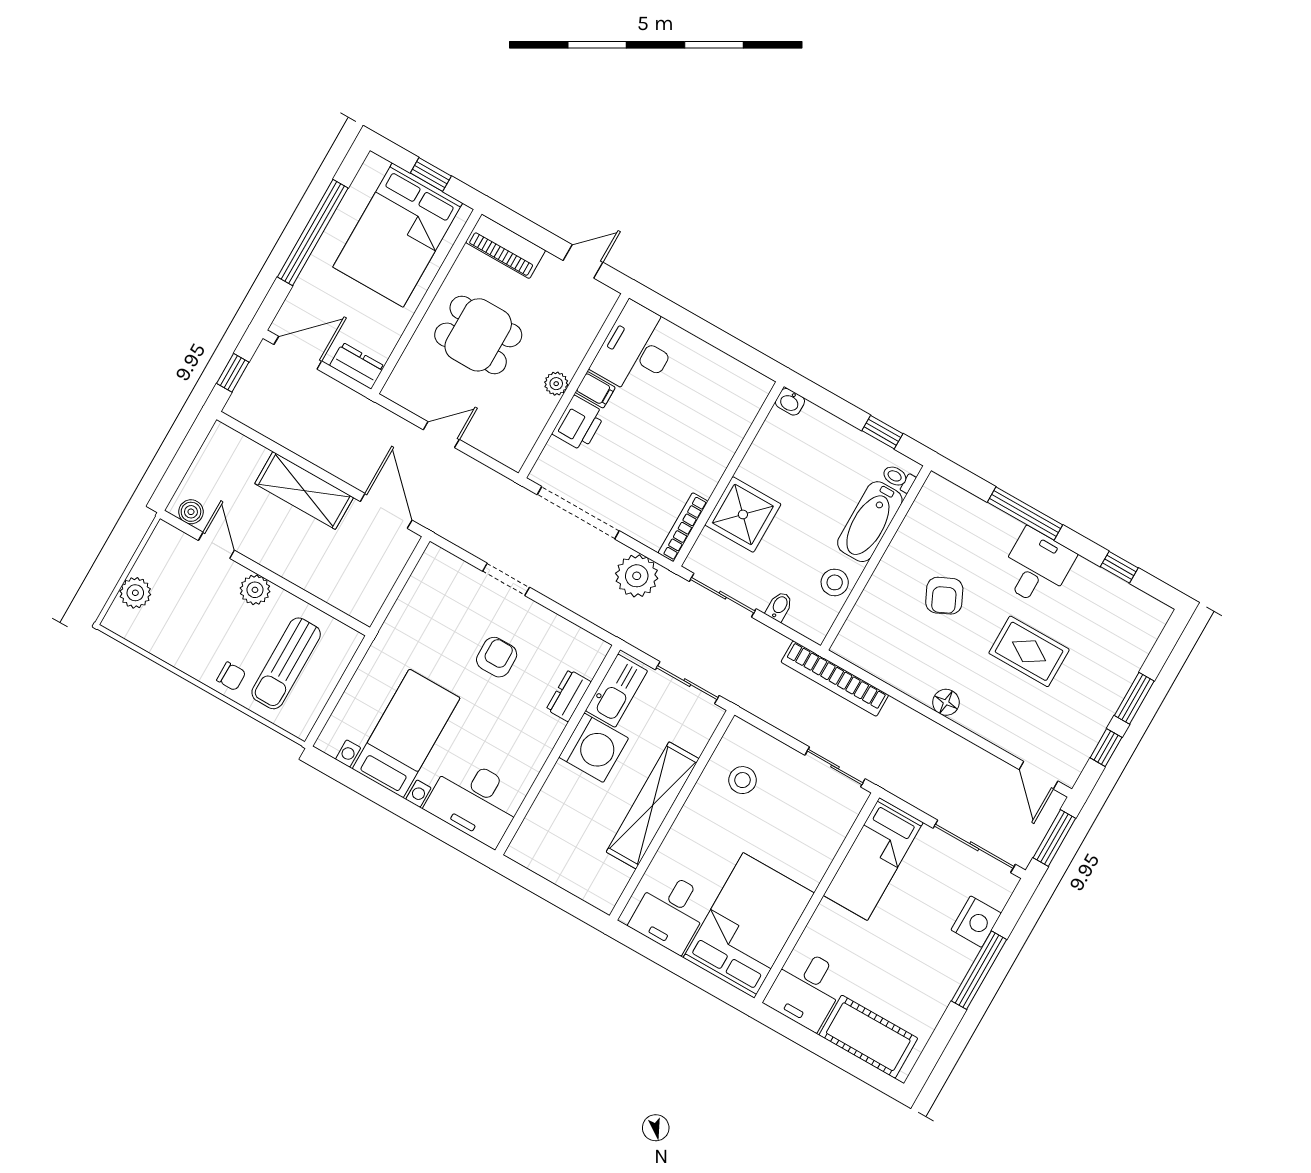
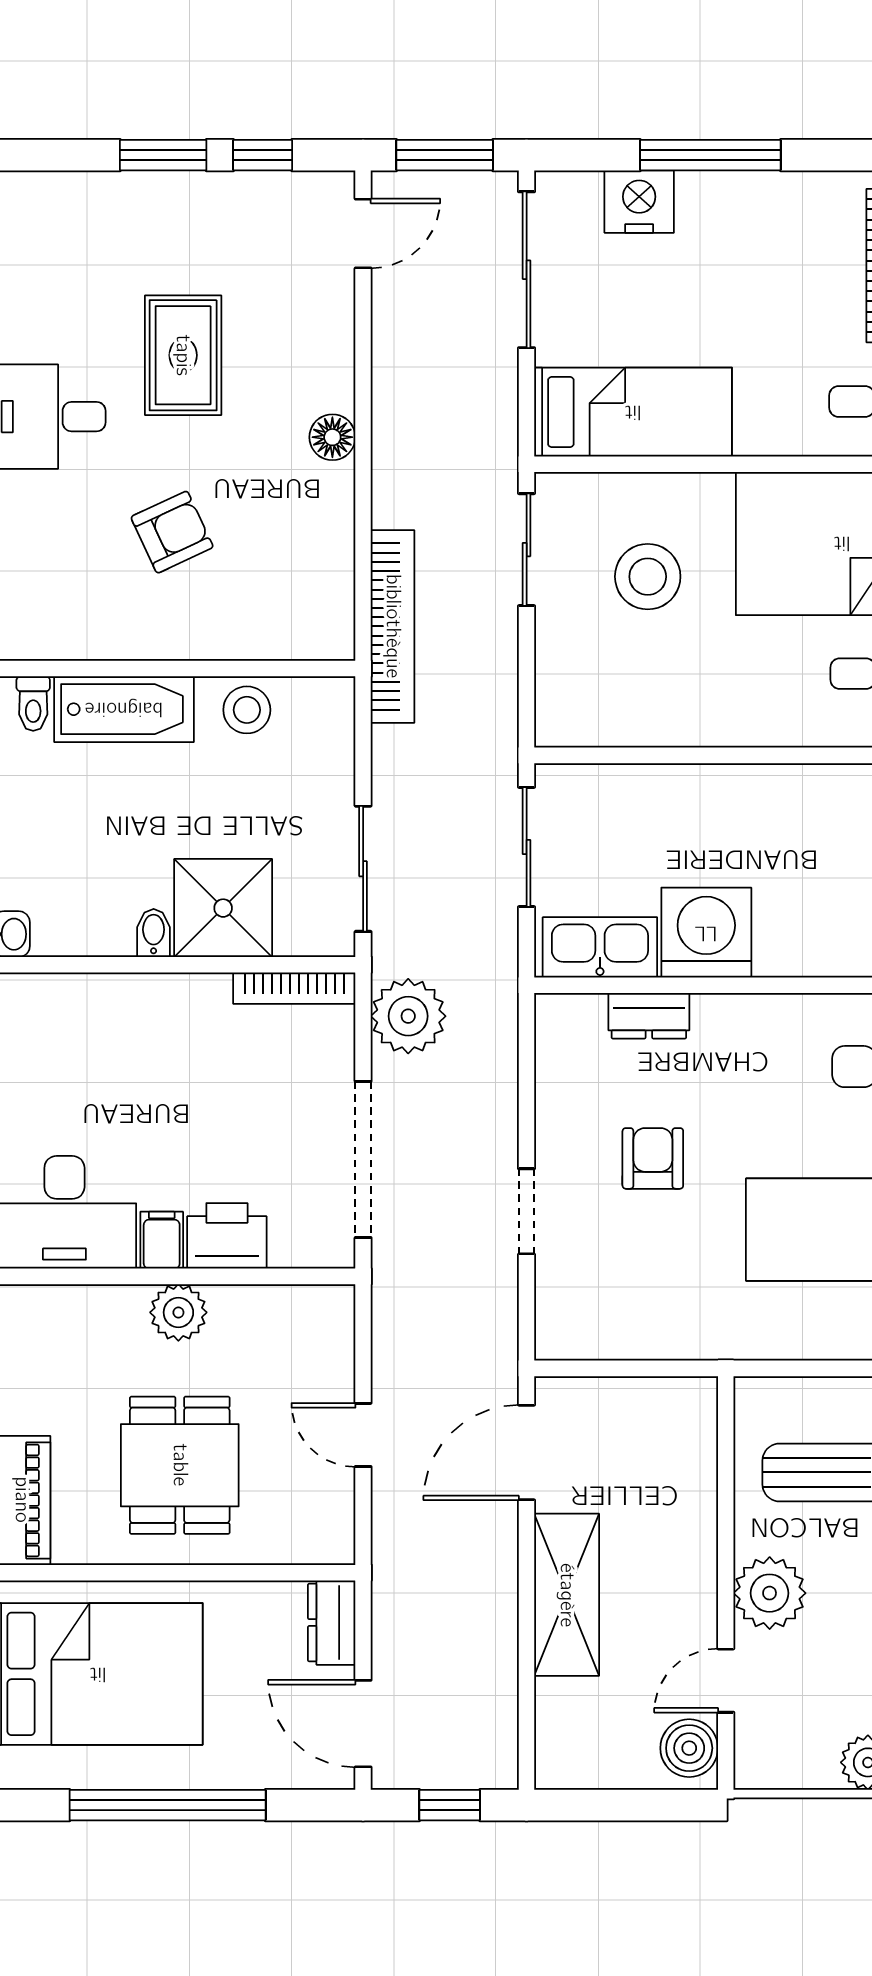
plant: (556, 384) -> (178, 1312), width x1.38, depth x1.38
boiler: (191, 512) -> (689, 1748), width x1.36, depth x1.36
plant: (255, 590) -> (770, 1593), width x1.36, depth x1.36
bidet: (779, 606) -> (154, 933), moved, turned 90
armchair: (497, 657) -> (653, 1158), turned 90
stool: (743, 780) -> (648, 577), moved, width x1.38, depth x1.38
shelving: (653, 805) -> (743, 793), removed

